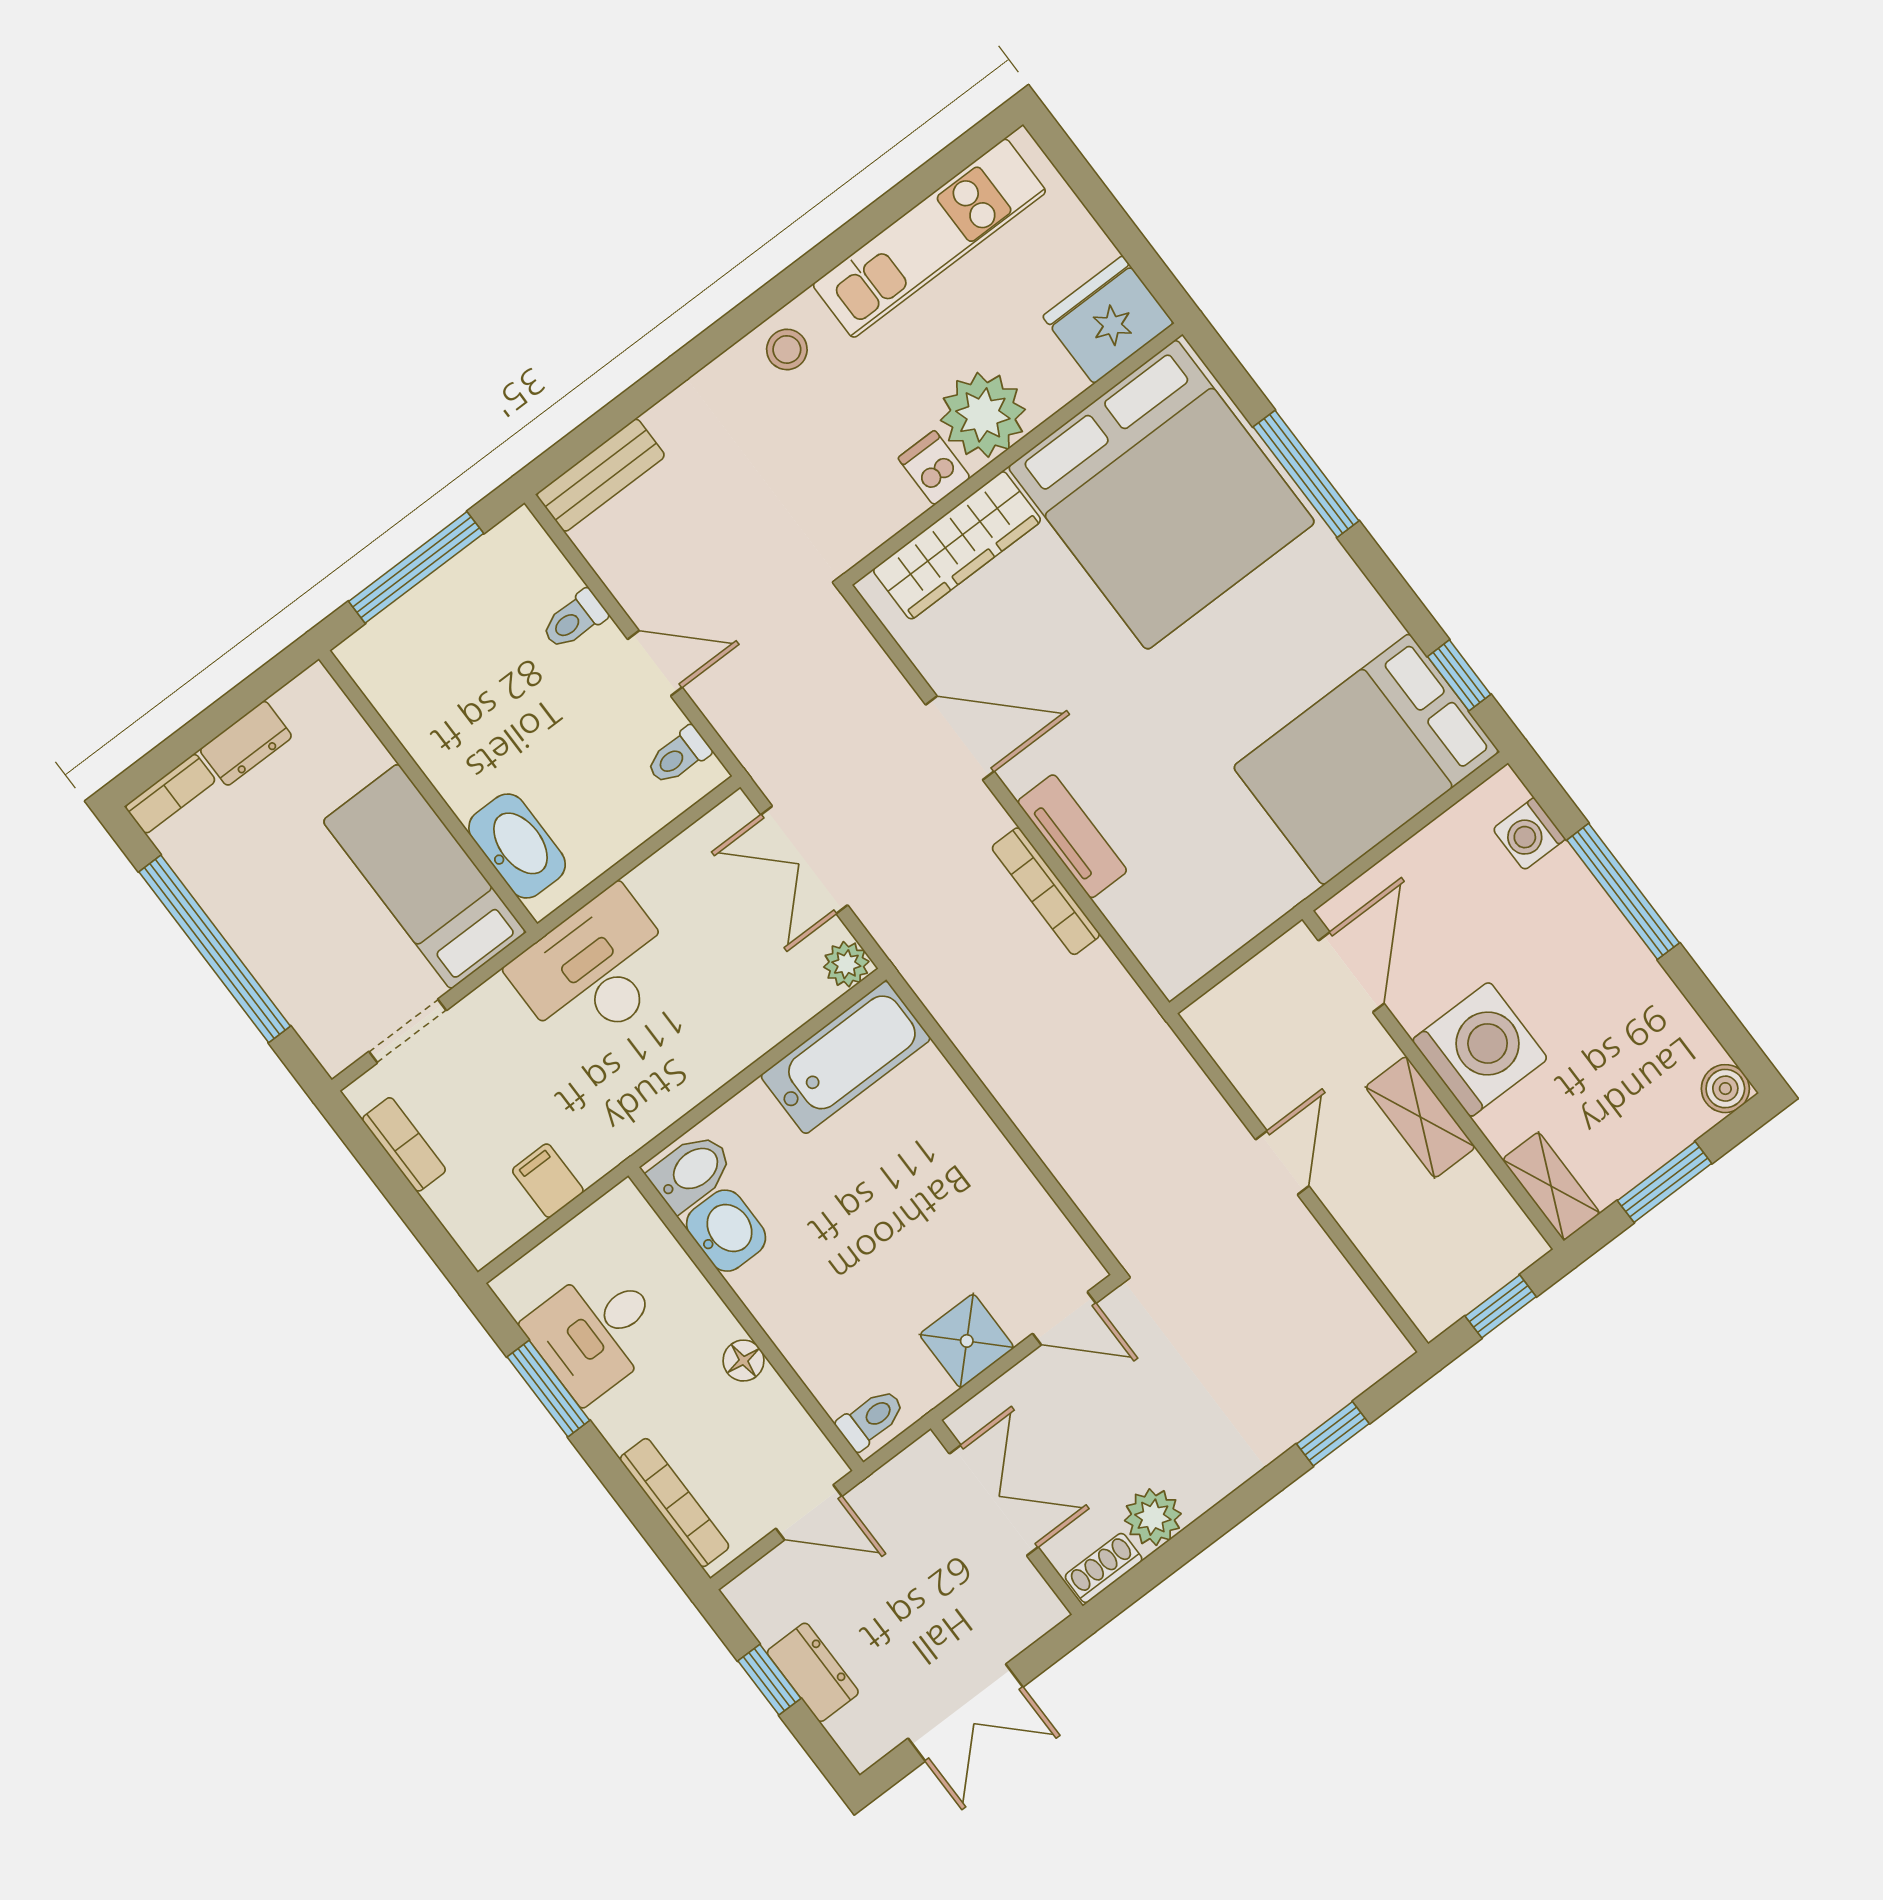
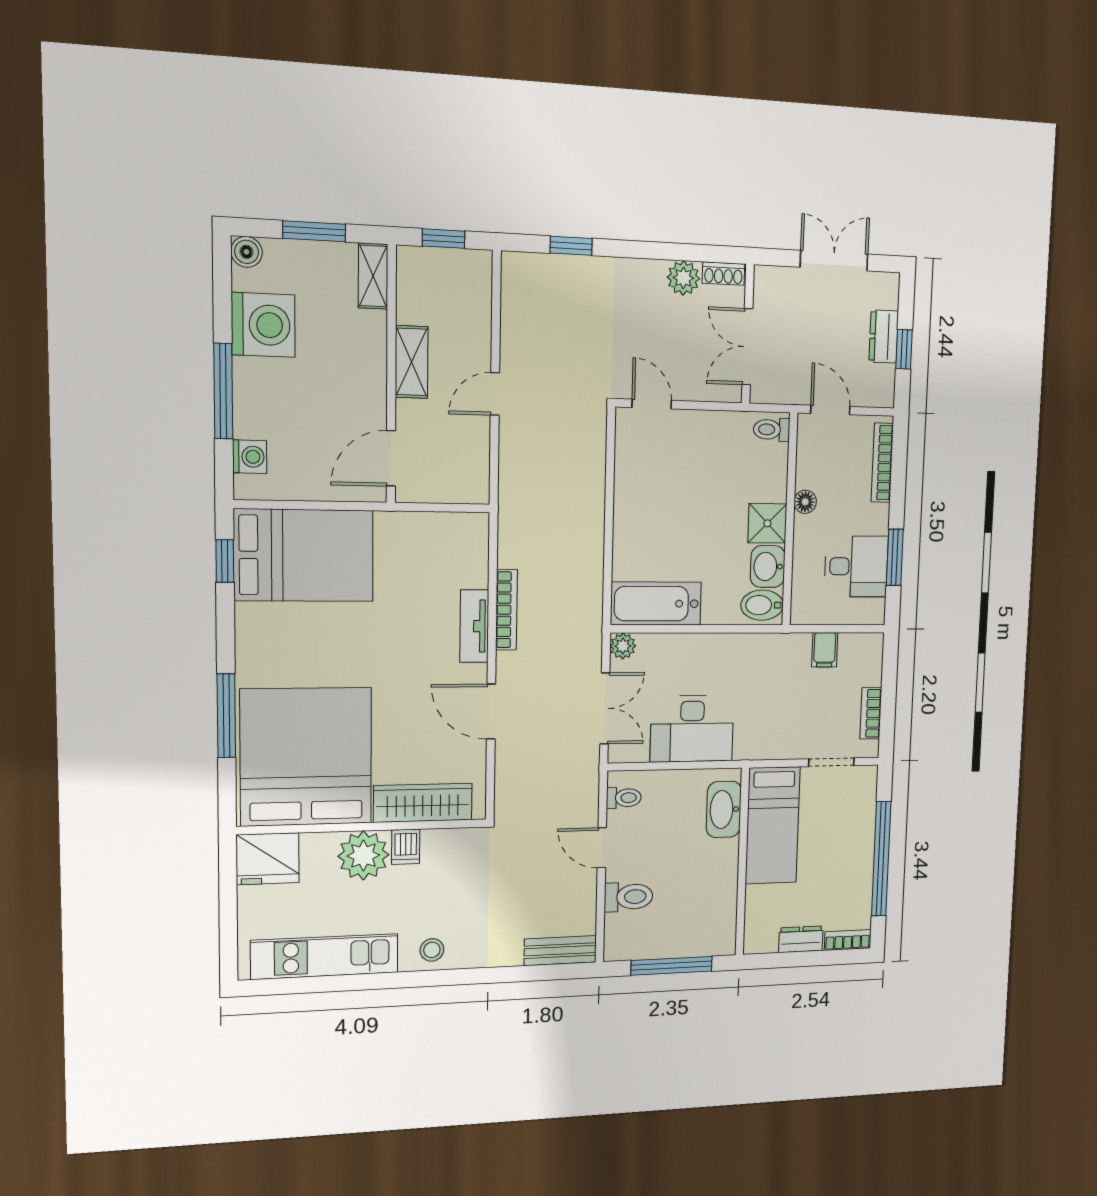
toilet: (574, 620) -> (629, 897), width x1.37, depth x1.39
desk: (595, 970) -> (692, 729), moved
washing machine: (1480, 1049) -> (263, 325), moved, turned 180
shower: (967, 1341) -> (767, 523), moved

